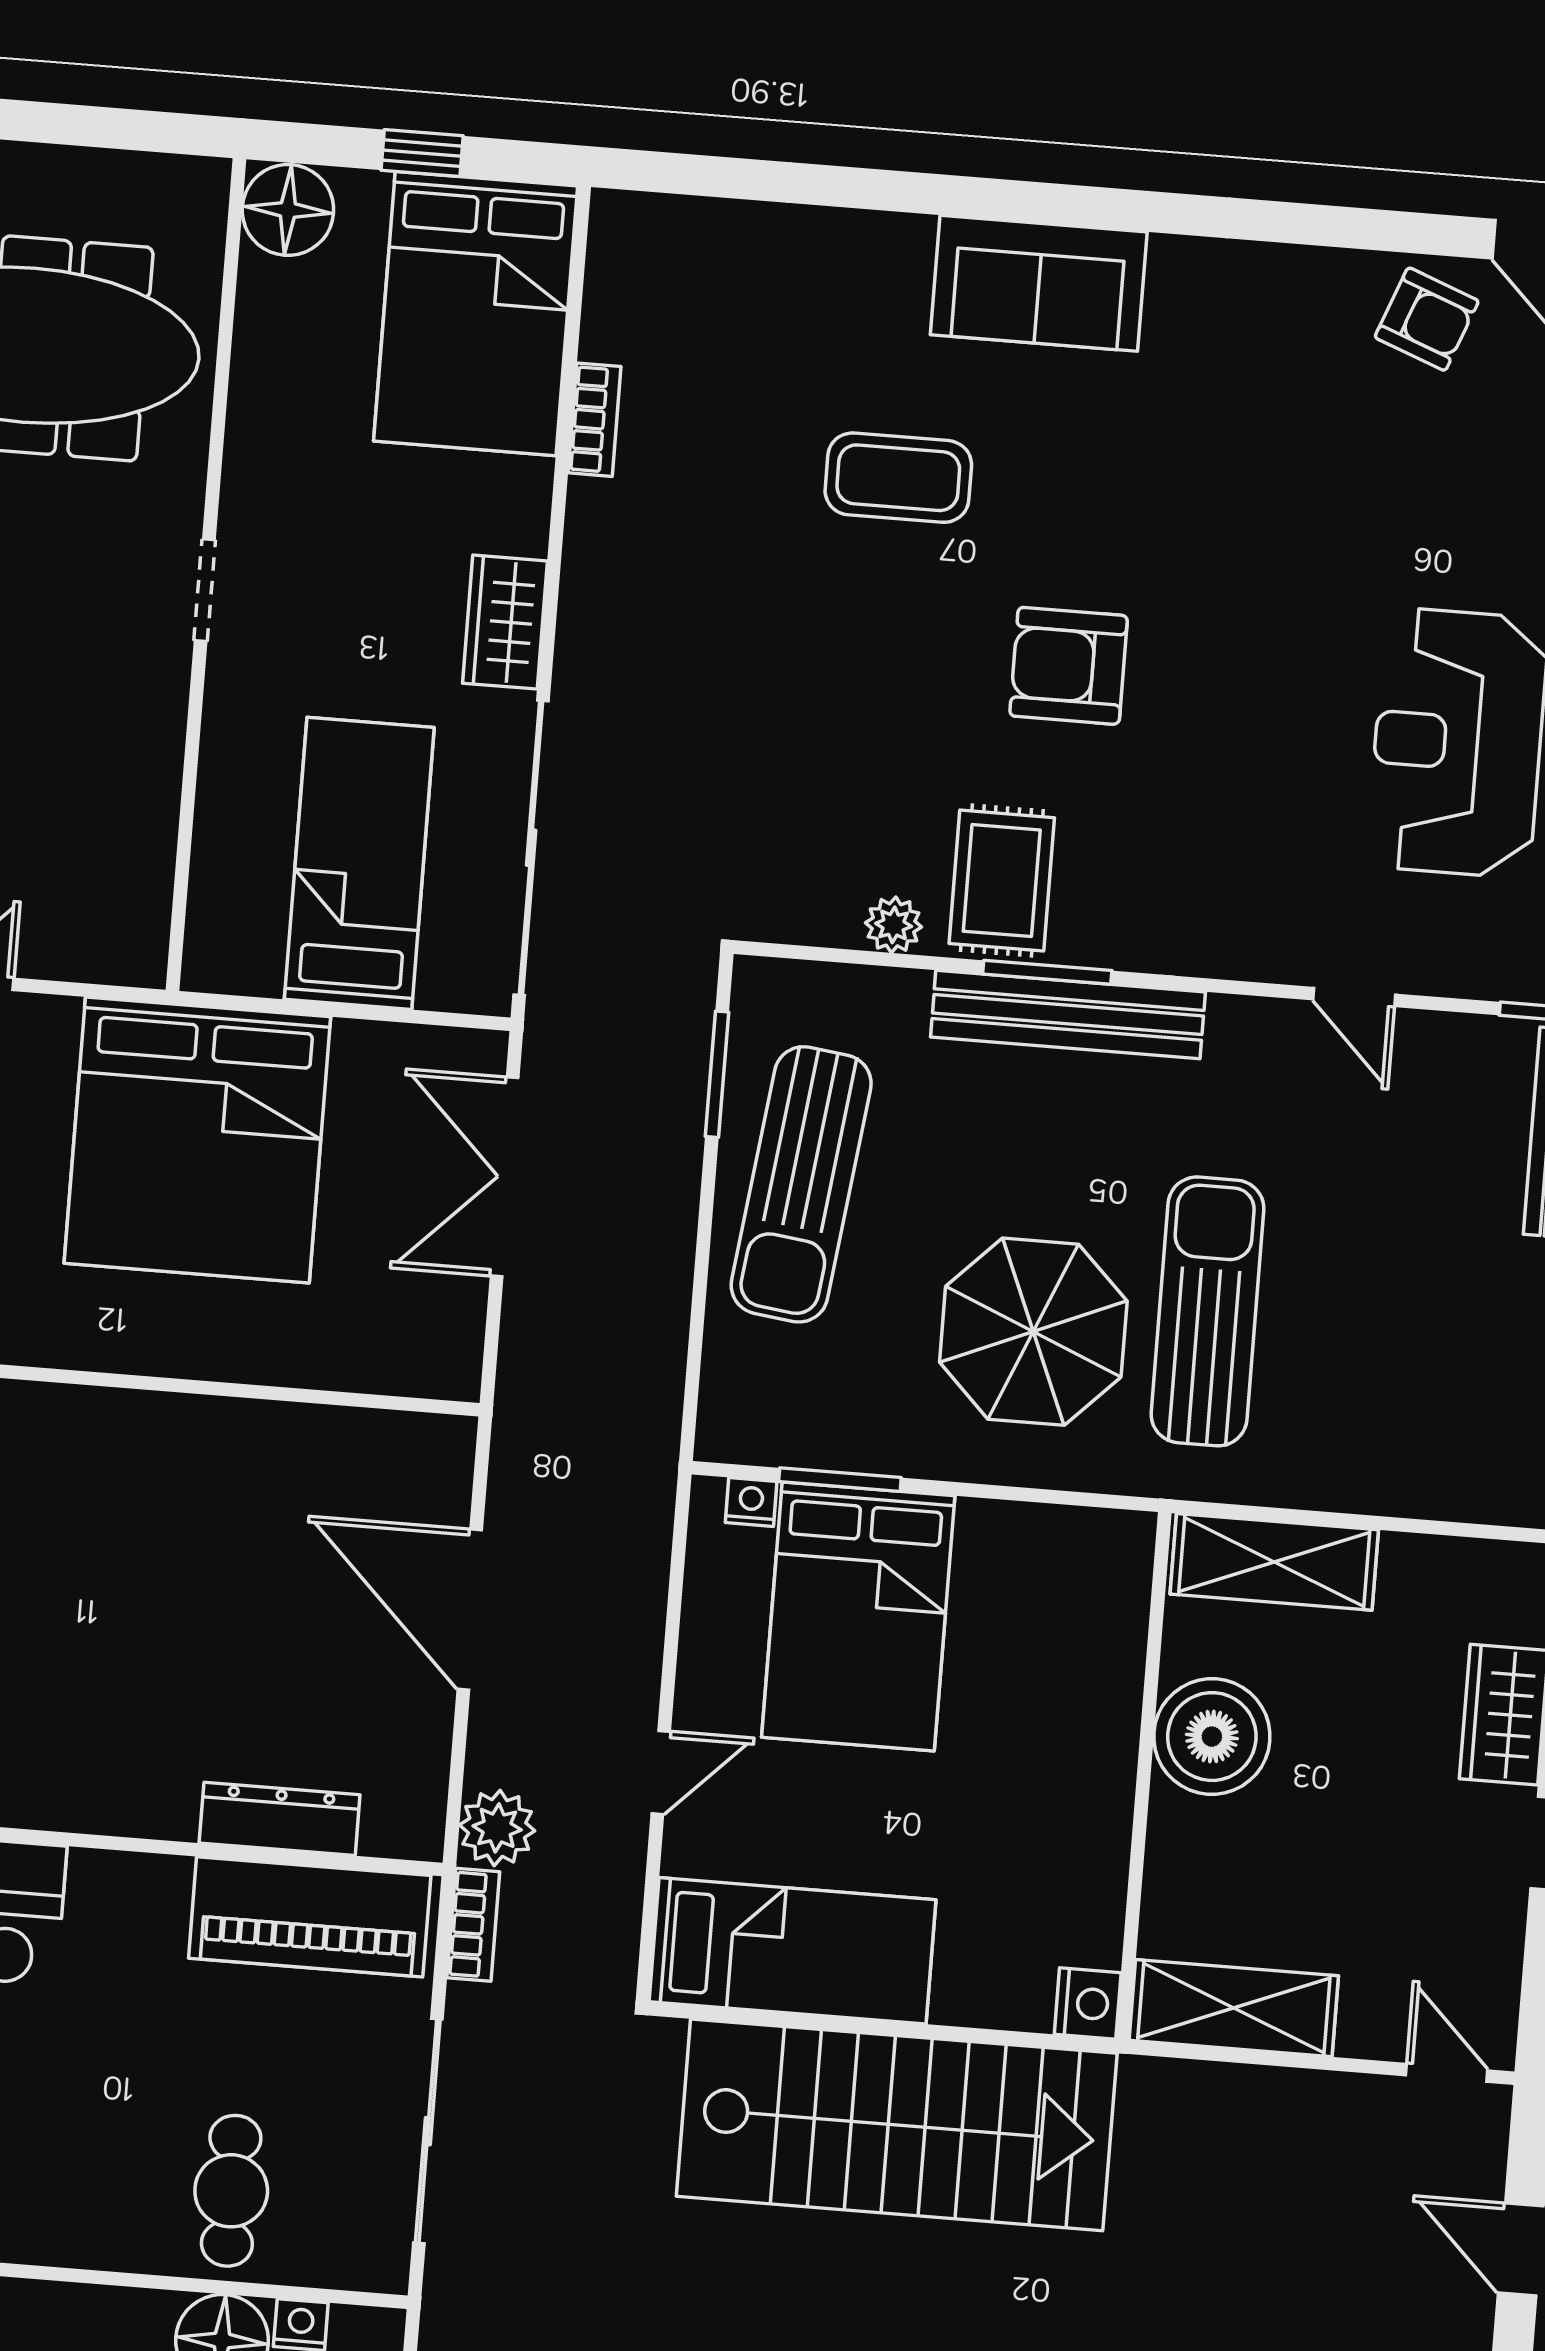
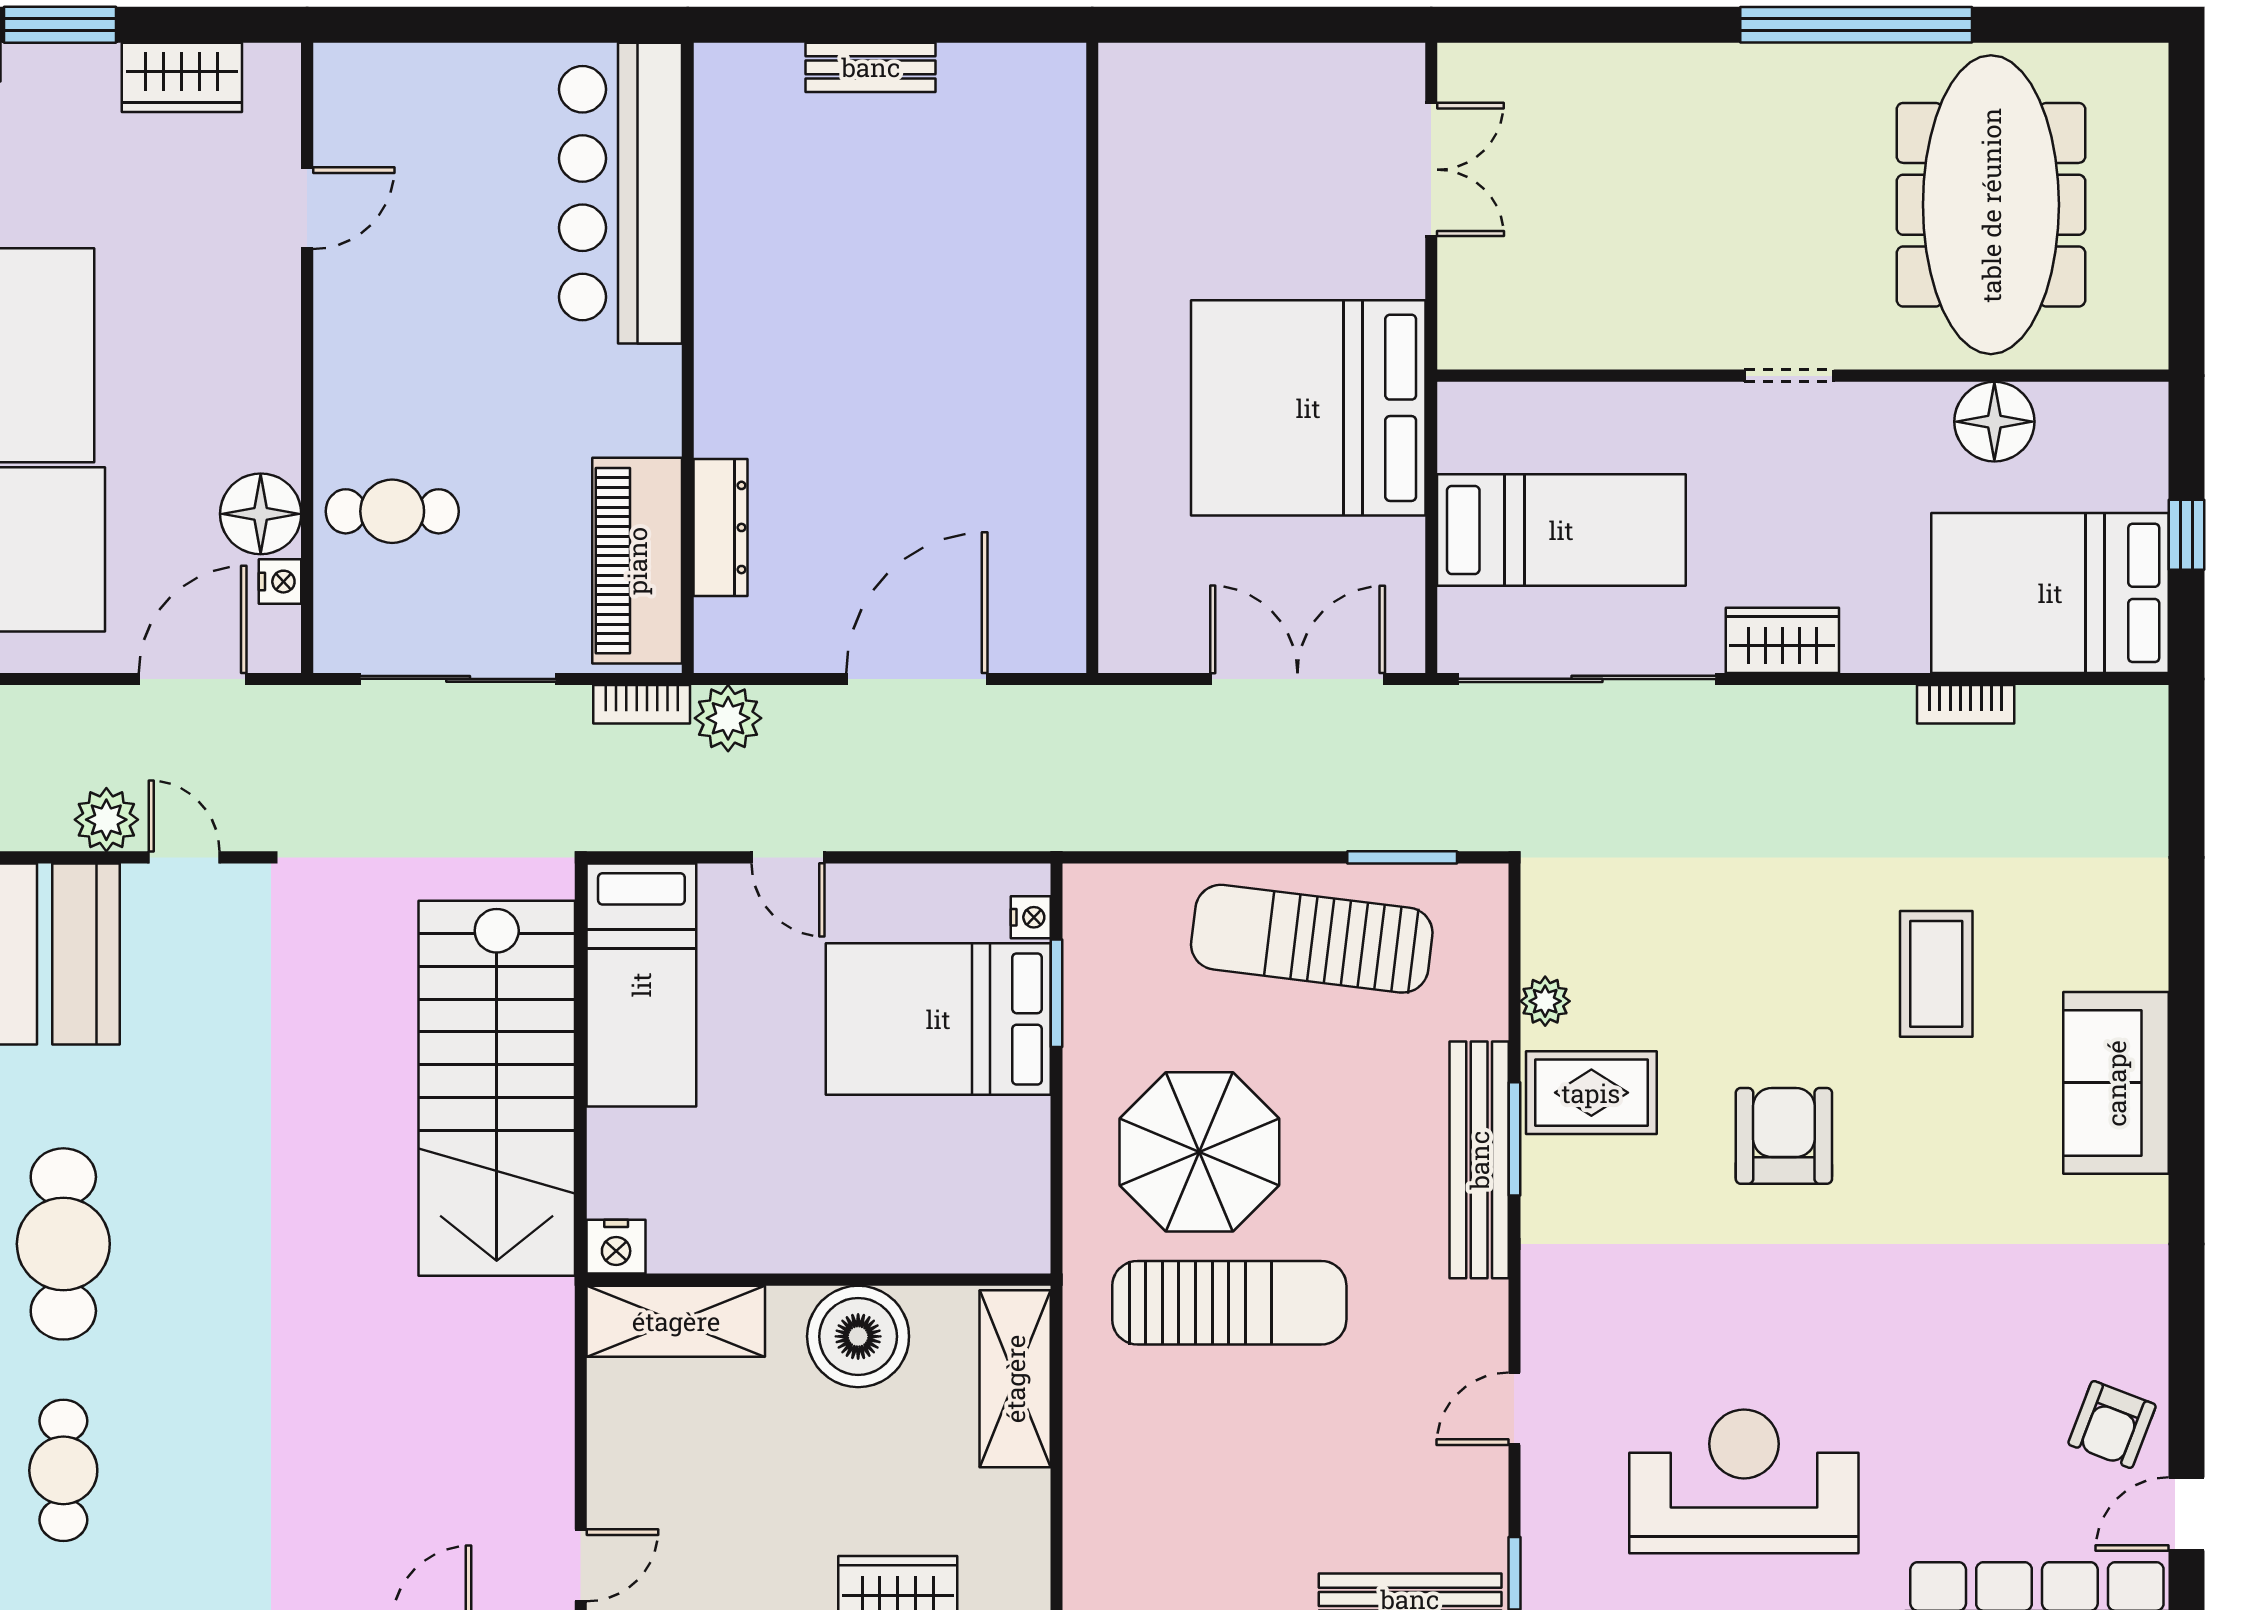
floor lamp: (288, 210) -> (1994, 422), moved
shelving: (1234, 2008) -> (676, 1321), moved, turned 90

